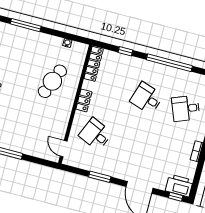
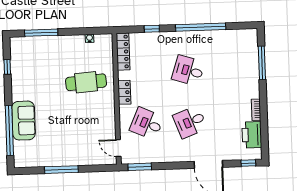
cafe table: (52, 81) -> (86, 82), turned 64
desk: (186, 108) -> (190, 122), moved
window: (100, 177) -> (140, 167), moved
printer: (179, 186) -> (252, 135), moved, turned -90

